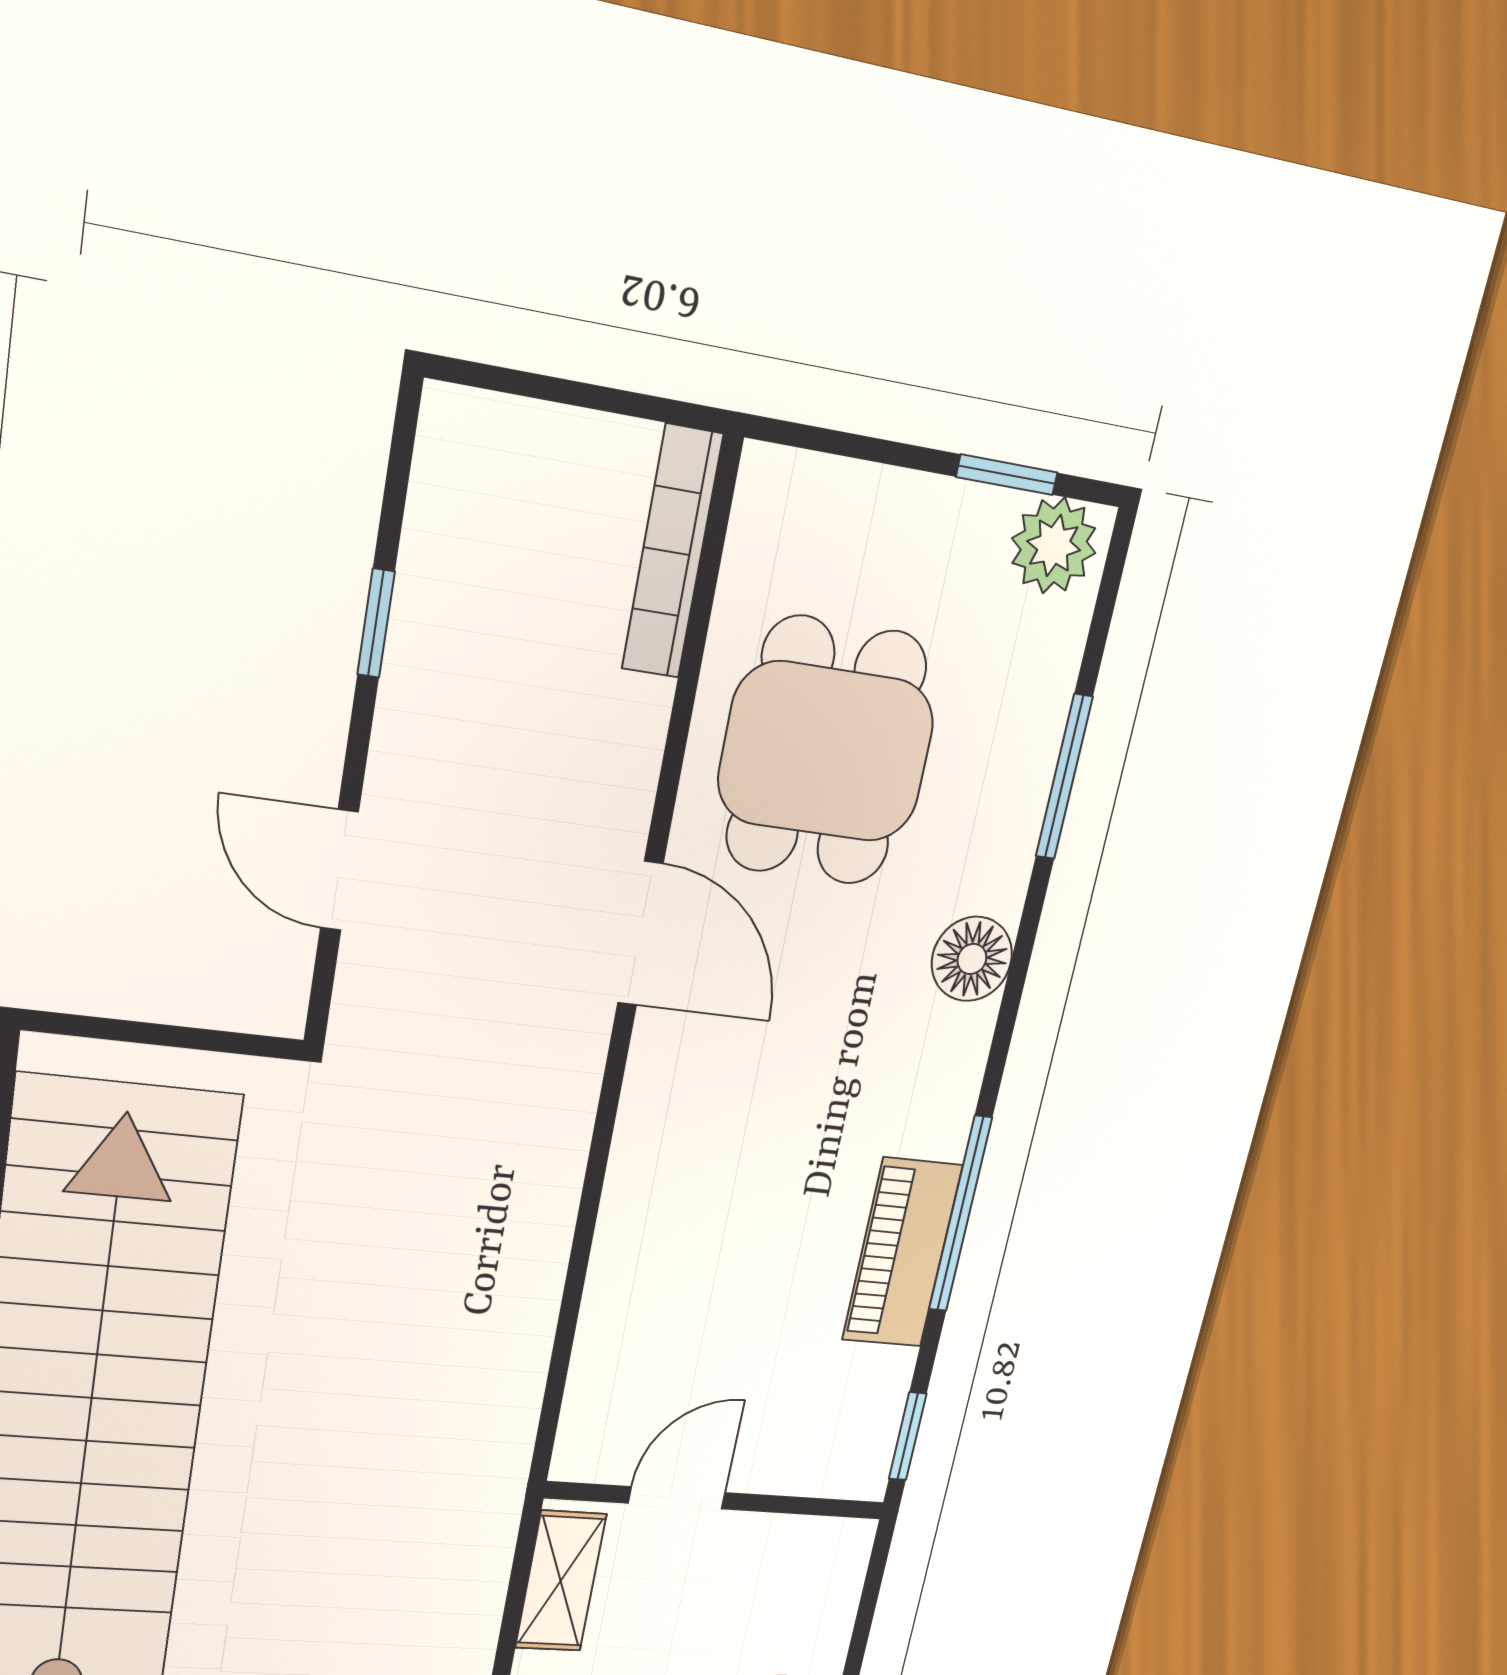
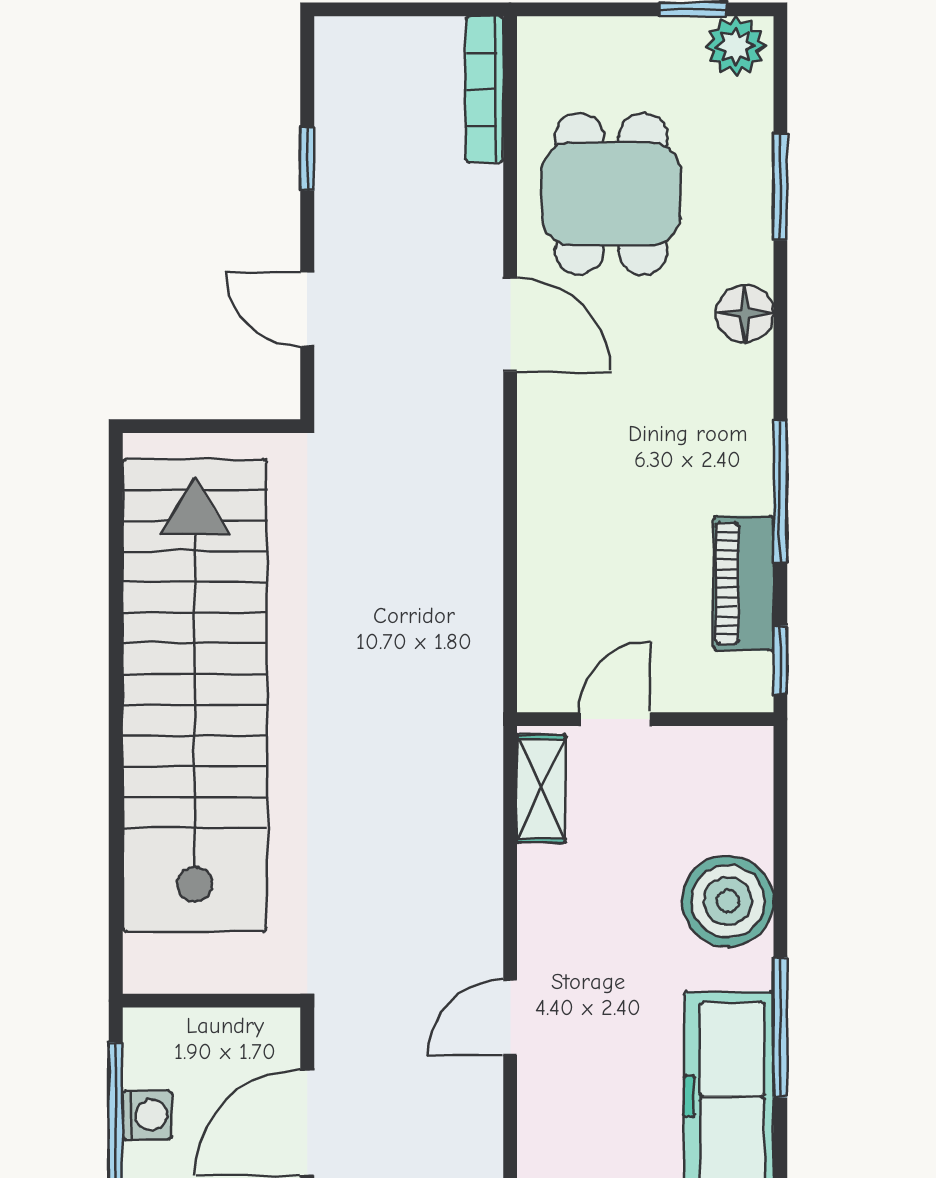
piano: (902, 1253) -> (743, 583), moved

